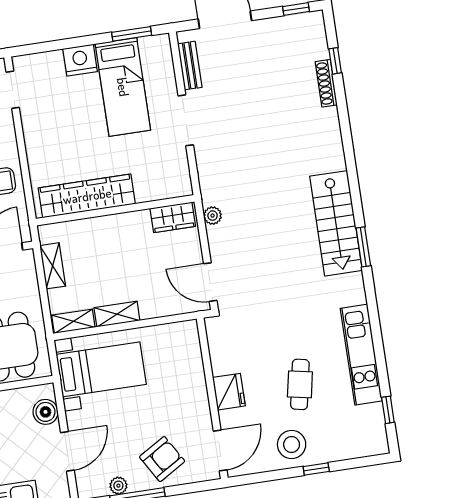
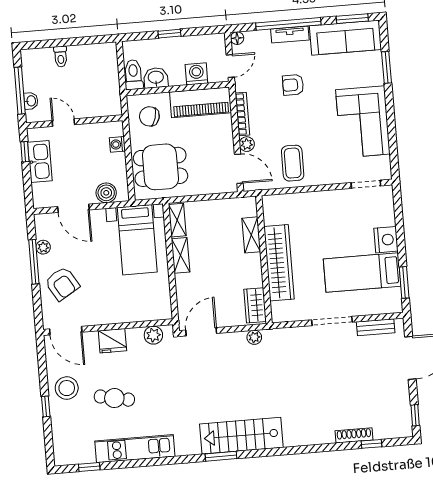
wardrobe: (87, 196) -> (279, 263), moved
shelving: (53, 266) -> (251, 235), moved, turned 90
plant: (218, 341) -> (153, 335), added

